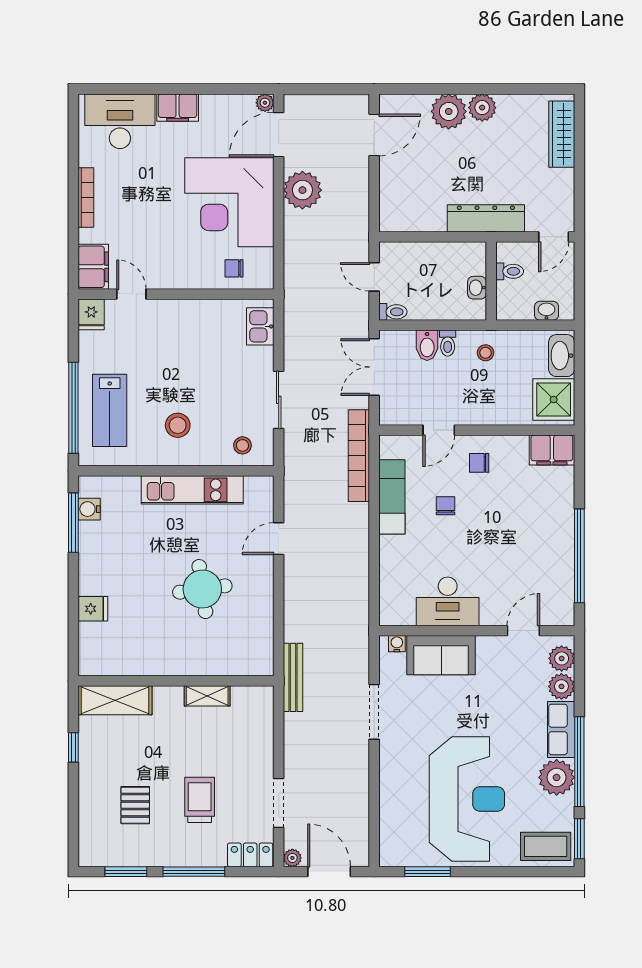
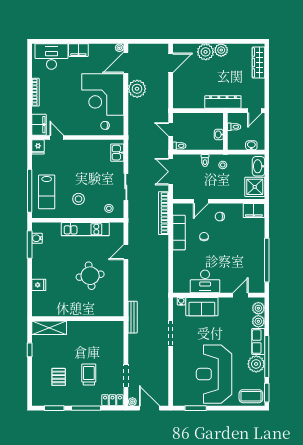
bidet: (427, 345) -> (195, 161), removed
shelving: (207, 696) -> (92, 326), removed
reception desk: (467, 799) -> (214, 374), turned 180

